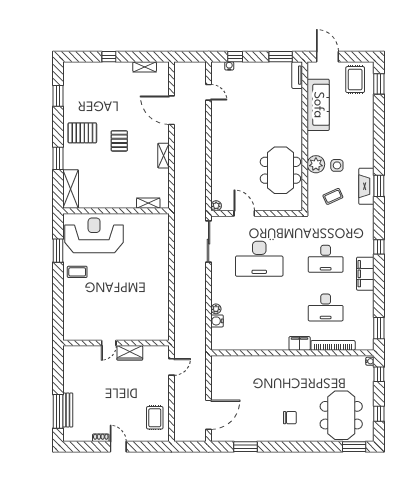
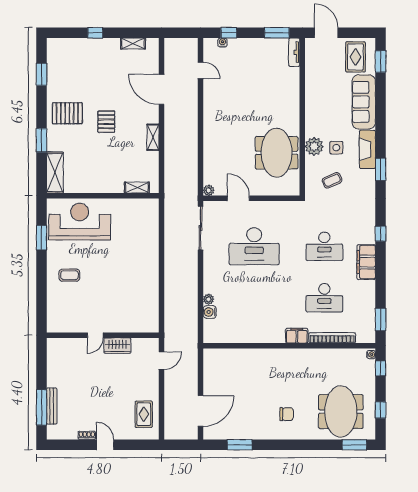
sofa: (318, 105) -> (364, 102), moved, turned 180
fireplace: (366, 186) -> (367, 149), moved
coffee table: (77, 272) -> (69, 275), moved

